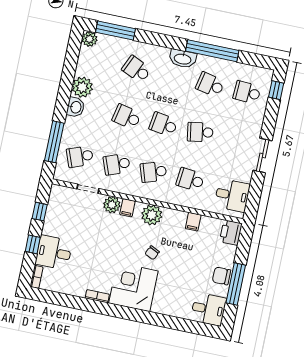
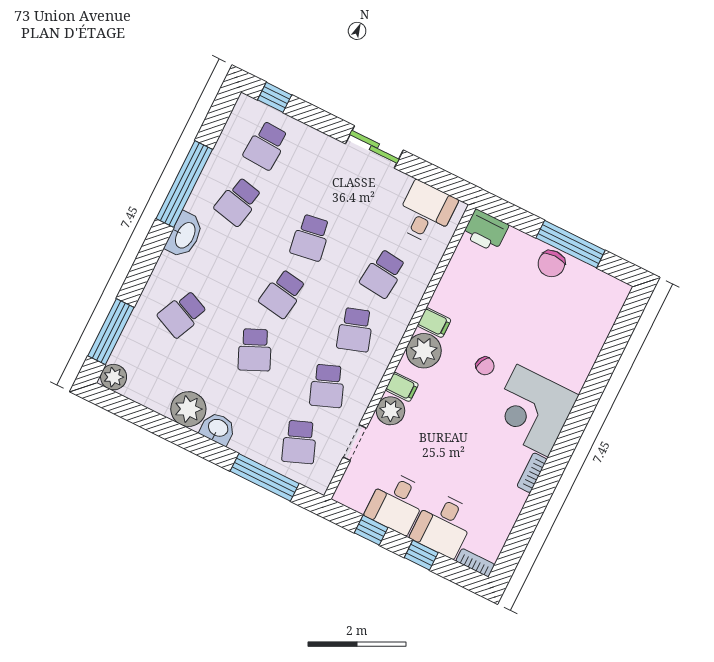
school desk: (127, 117) -> (255, 350), turned -36
filing cabinet: (193, 222) -> (434, 323), moved
desk: (208, 309) -> (397, 503), moved, turned 180

